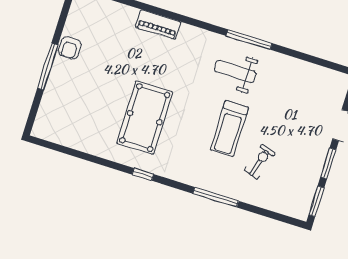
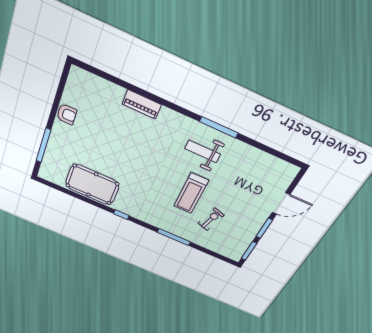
armchair: (70, 48) -> (67, 114), turned -90
window: (48, 67) -> (43, 145), moved
pool table: (145, 118) -> (92, 185), moved, turned 90

